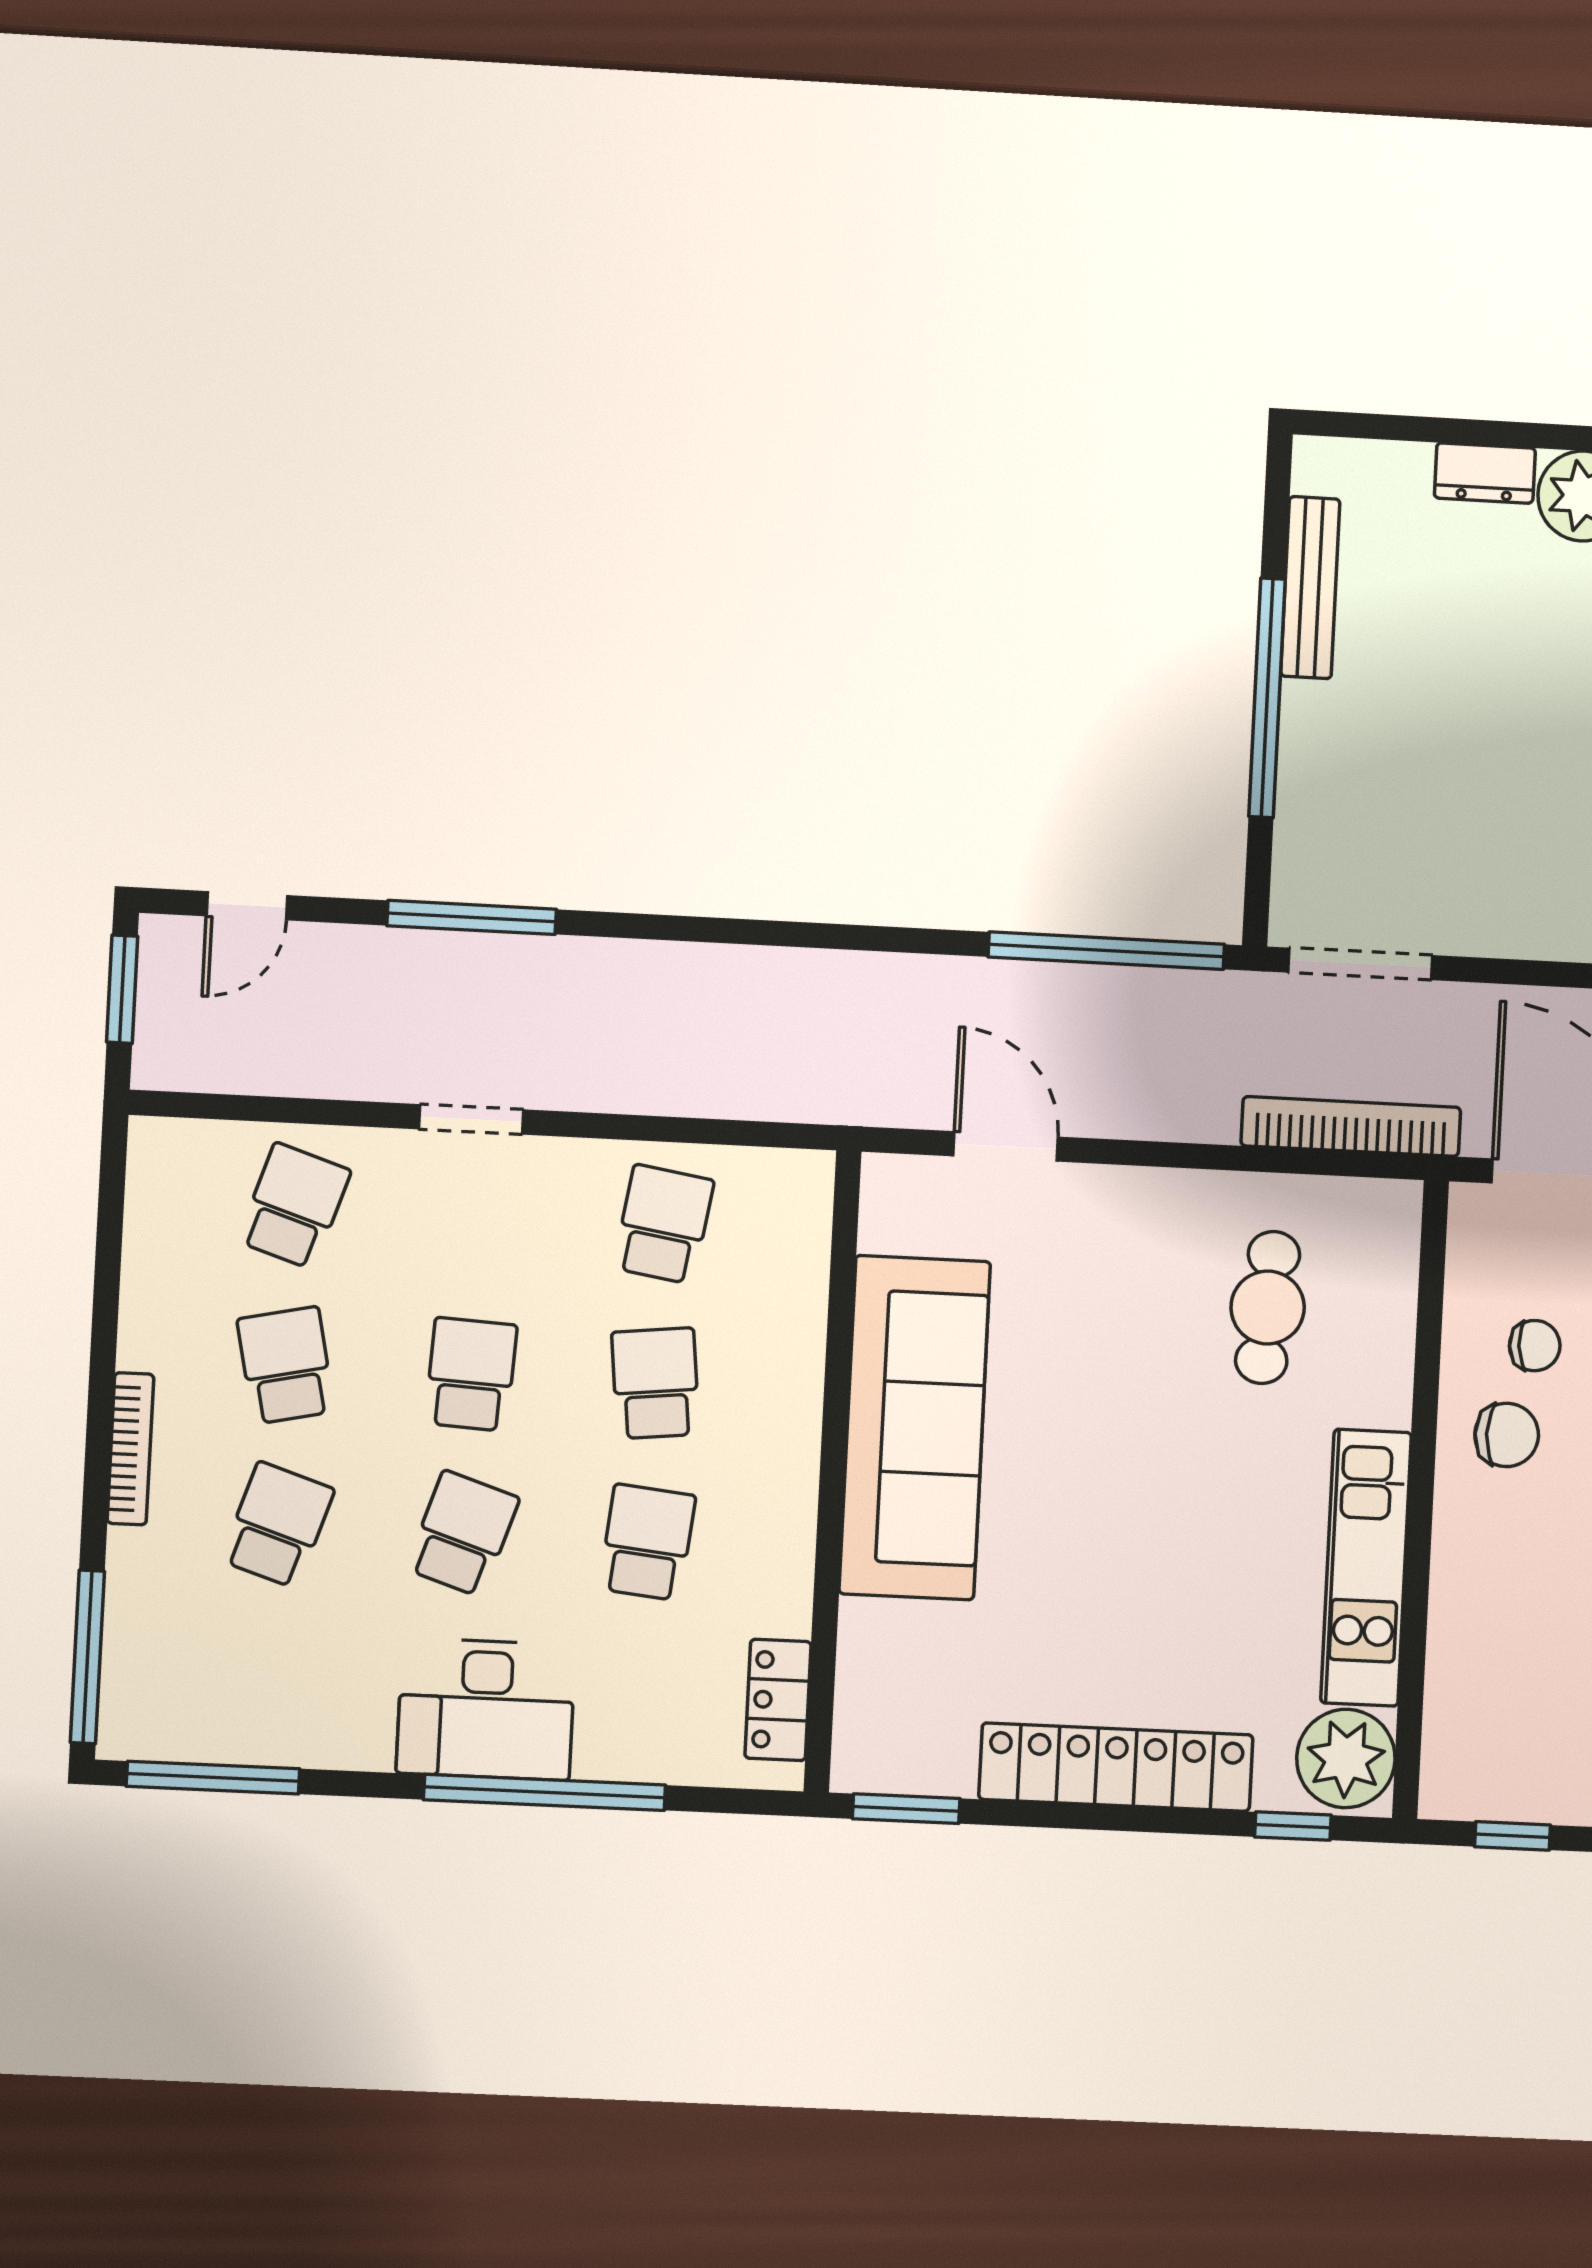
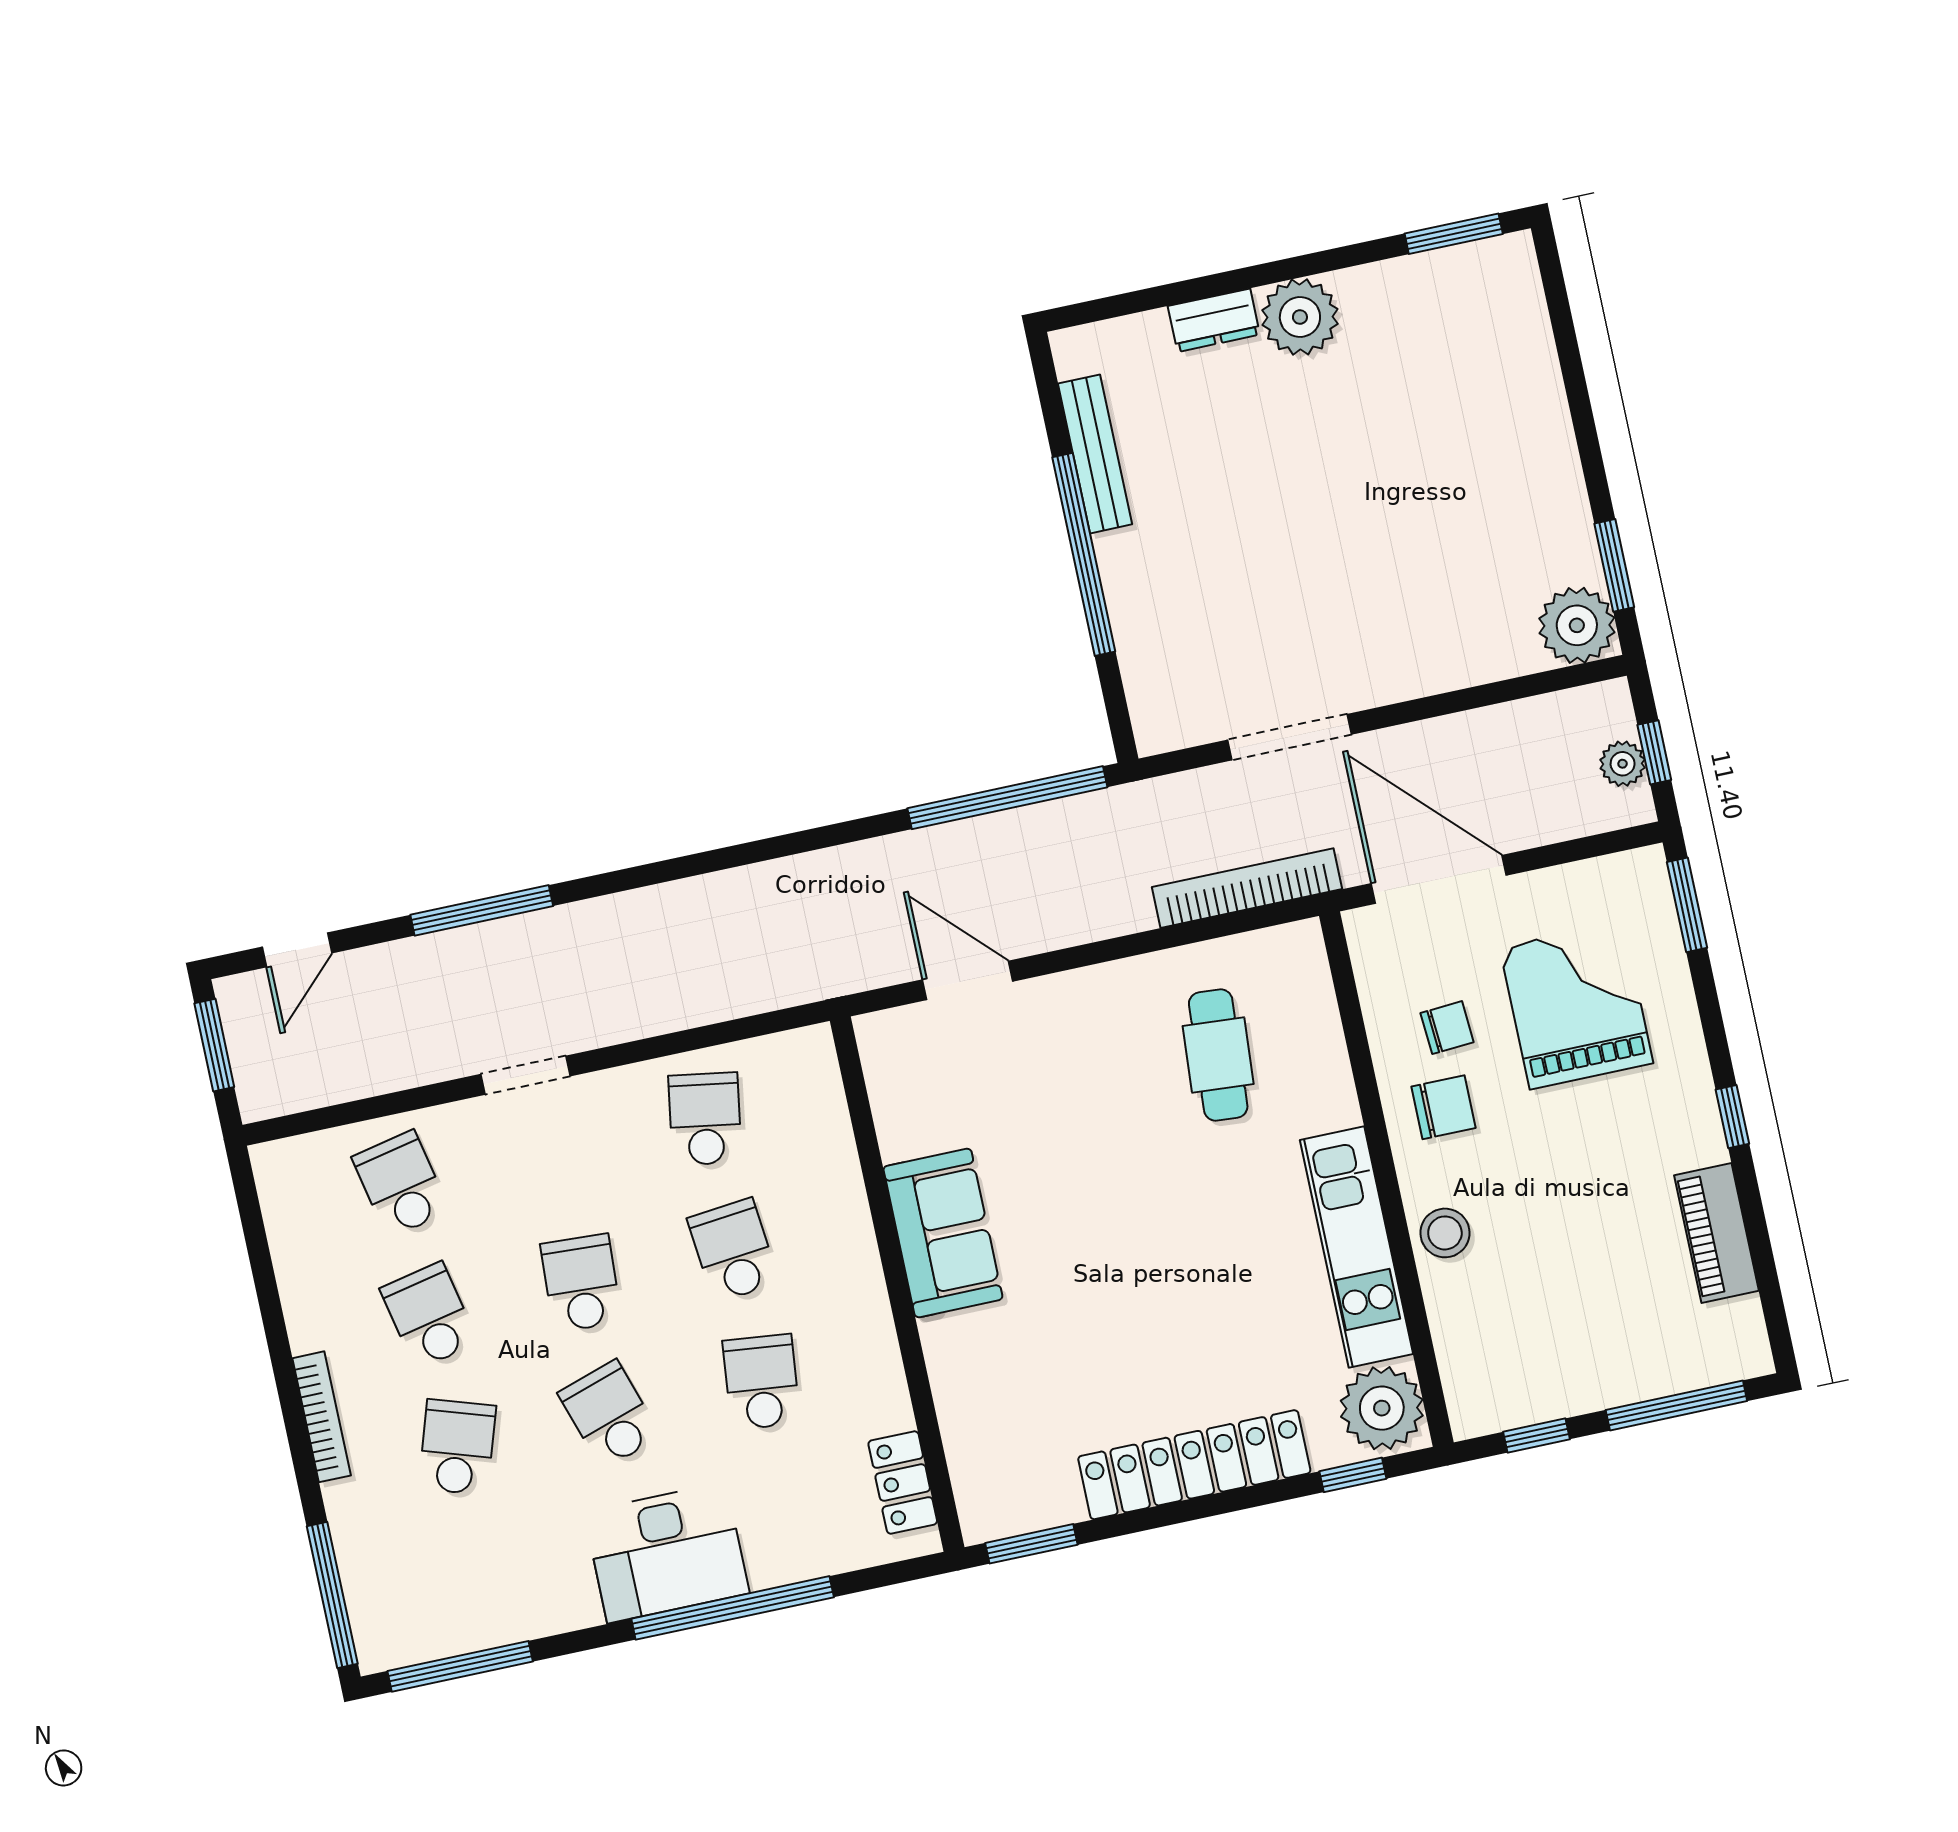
doorway: (1360, 964) -> (1290, 737), moved
school desk: (294, 1206) -> (401, 1184), turned -30
sofa: (915, 1428) -> (943, 1233), width x0.54, depth x0.79
school desk: (463, 1534) -> (609, 1415), turned -36
stool: (1470, 1578) -> (1445, 1233), added

